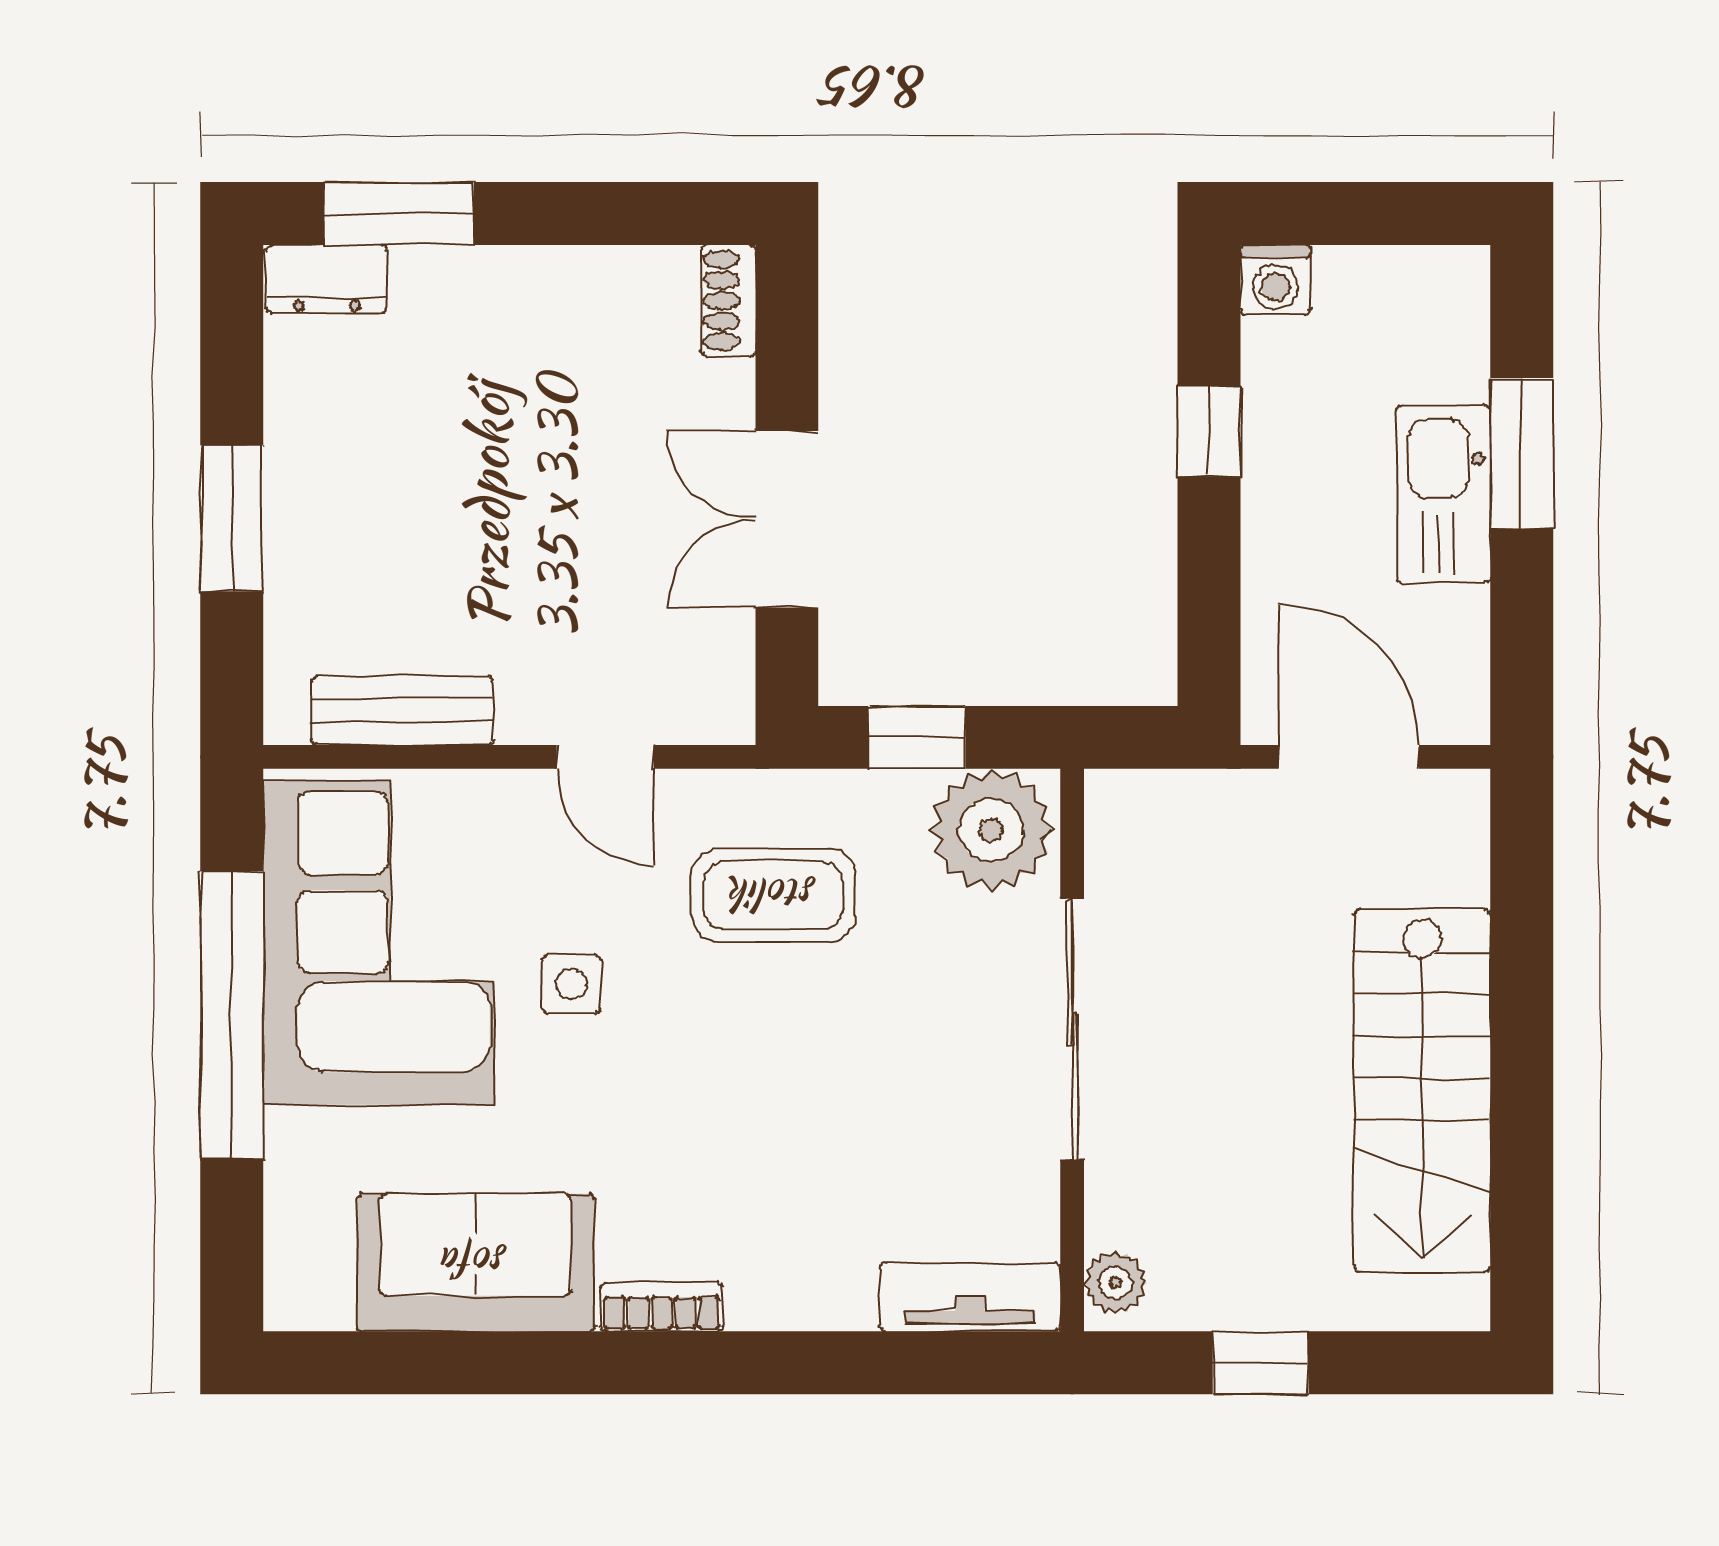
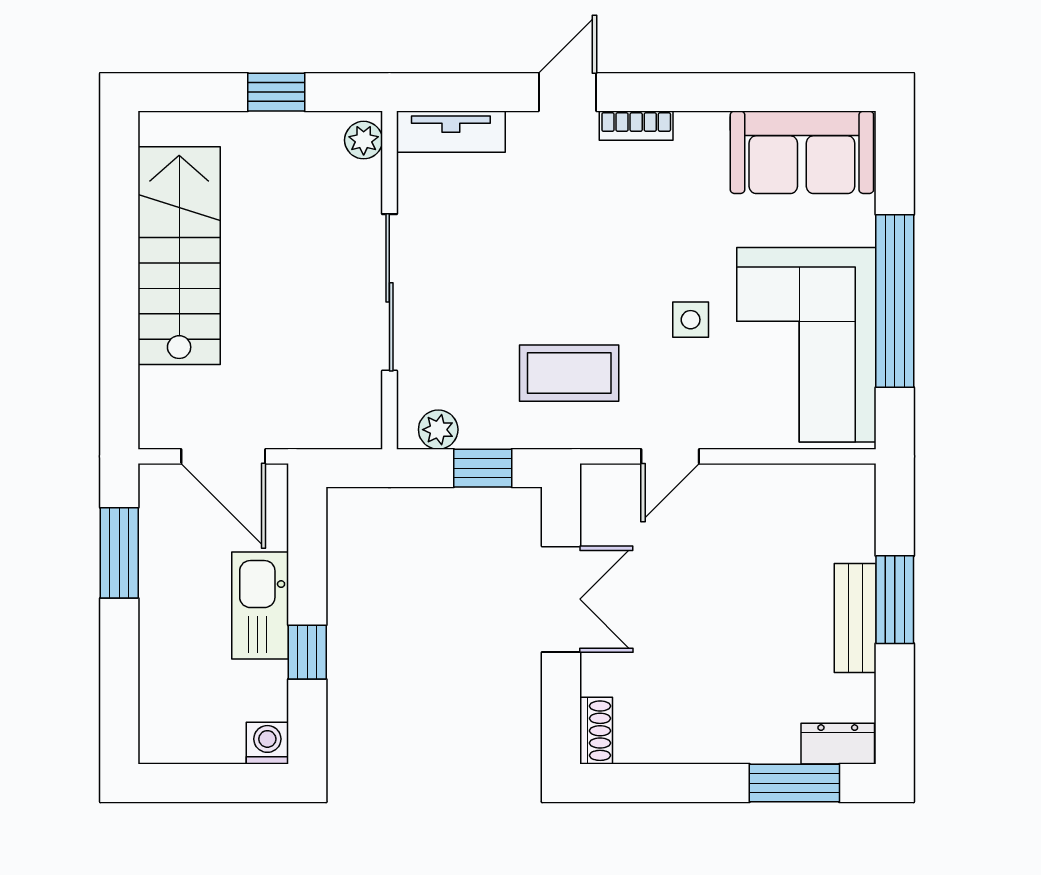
window: (1522, 453) -> (119, 553), moved
kitchen sink: (1443, 494) -> (260, 605), moved, turned 180
bench: (402, 710) -> (855, 618), moved, turned 90
door: (605, 757) -> (670, 456), swing flipped
plant: (991, 830) -> (438, 430), width x0.53, depth x0.53
sofa: (475, 1263) -> (802, 152), moved
door: (776, 1363) -> (568, 92), added

